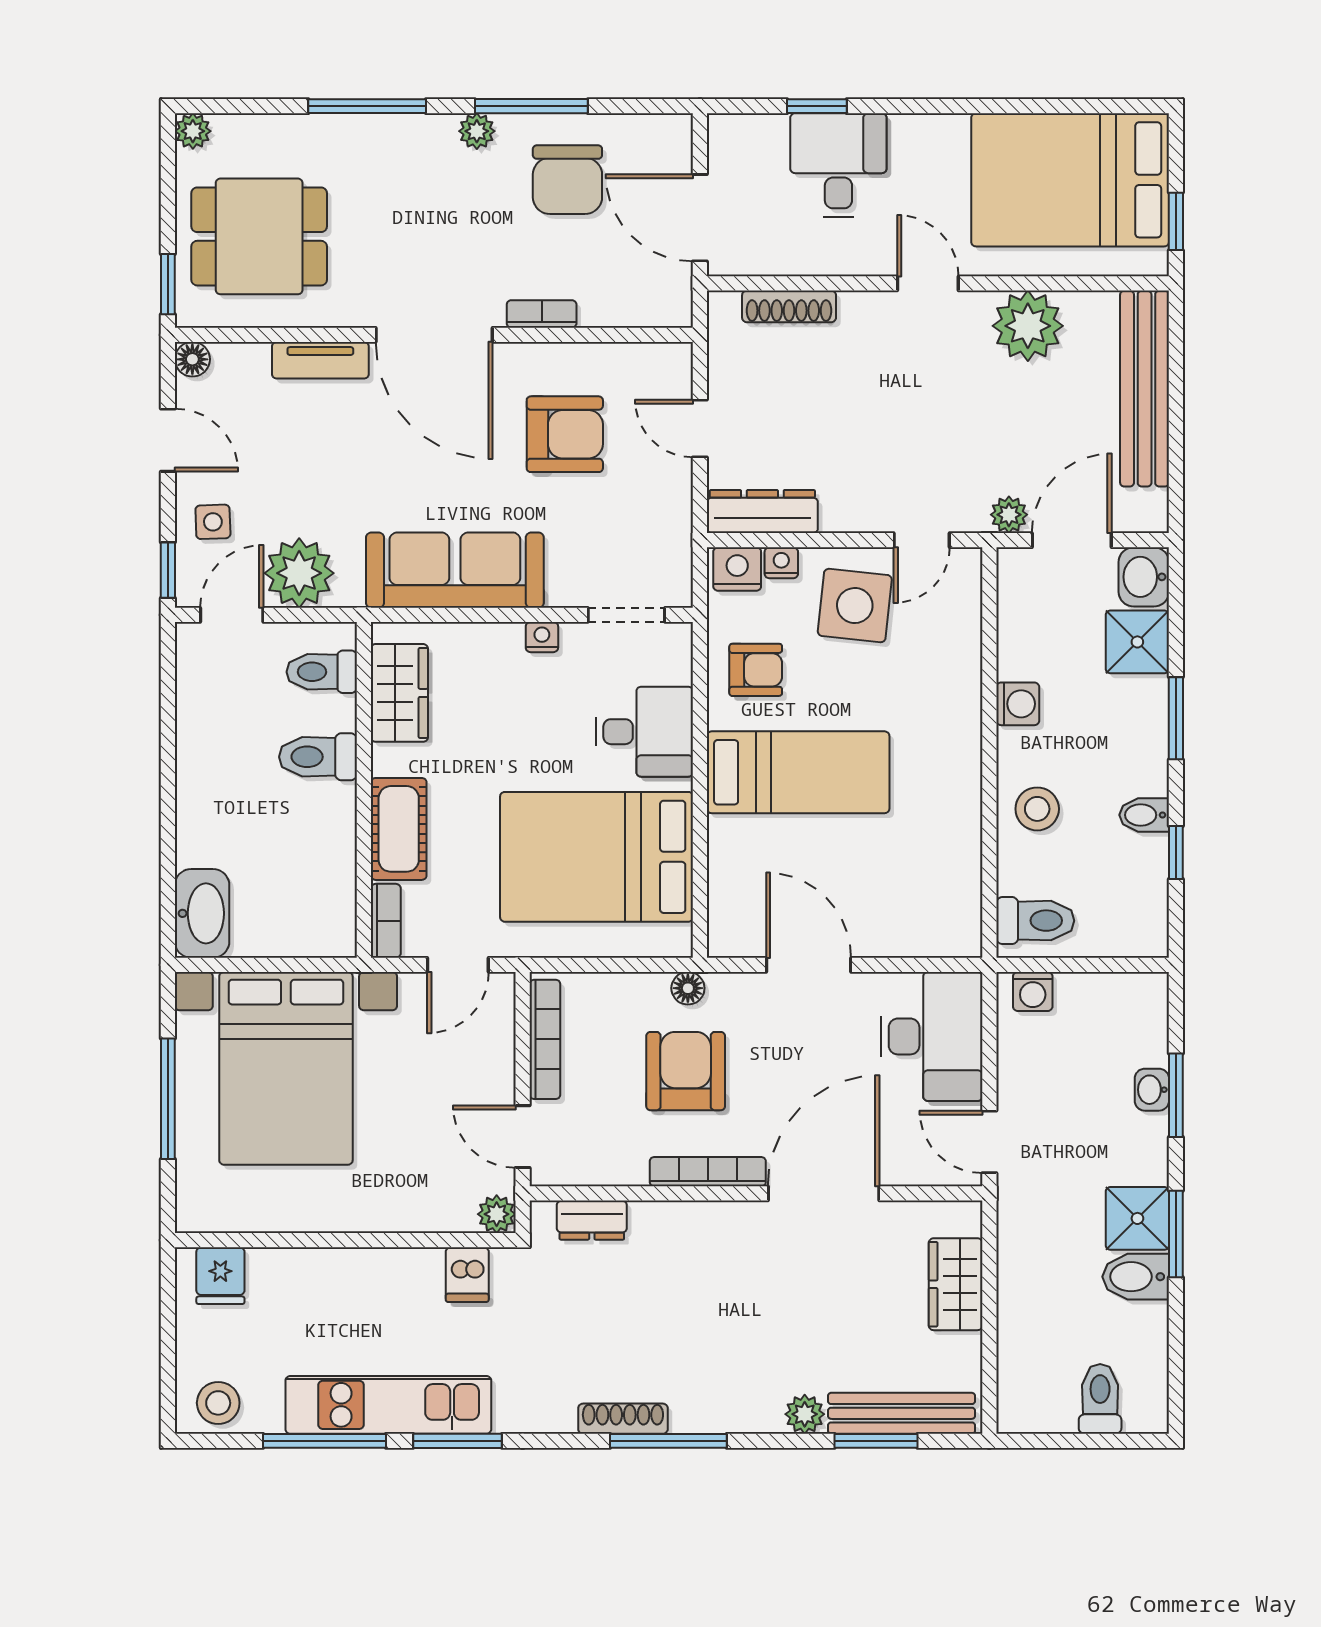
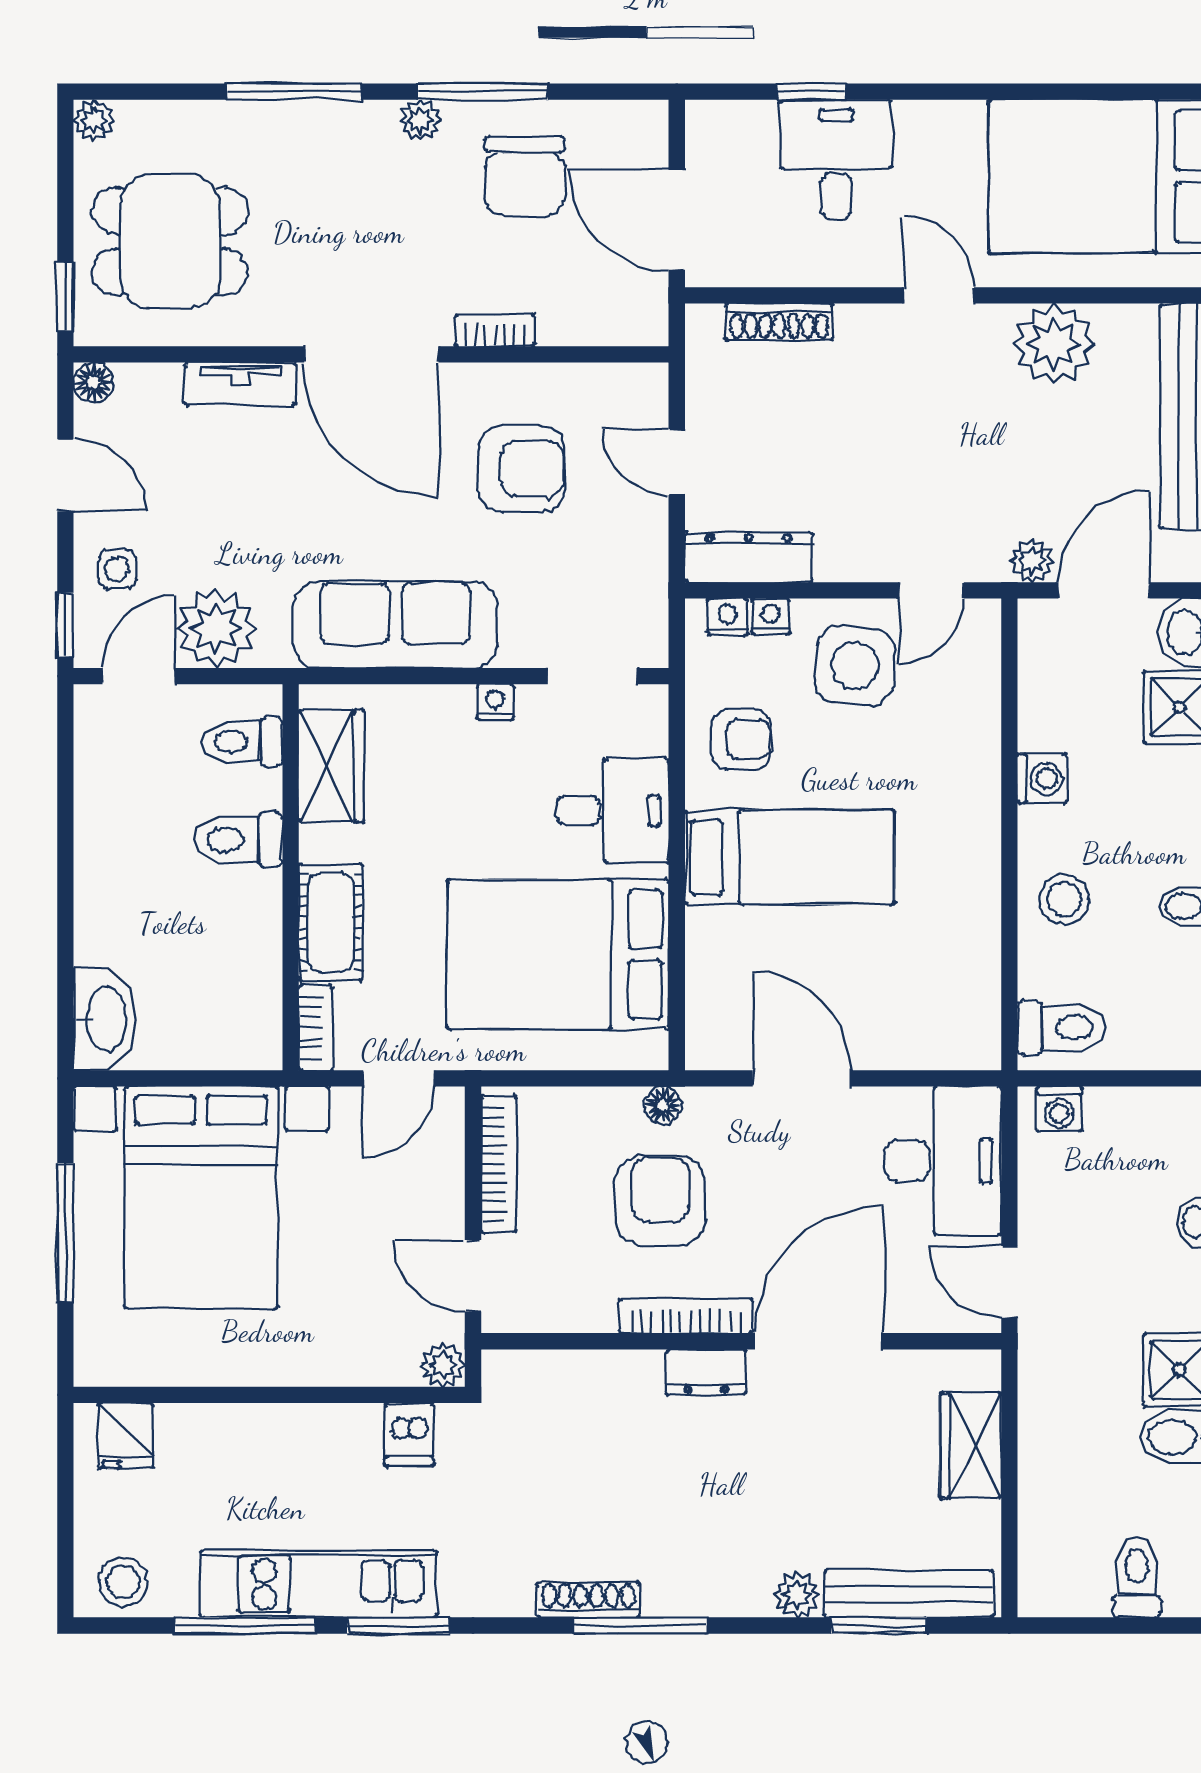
nightstand: (737, 569) -> (727, 617), width x0.72, depth x0.74
dresser: (592, 1220) -> (706, 1372), moved

